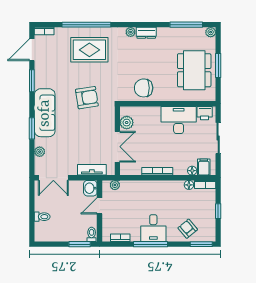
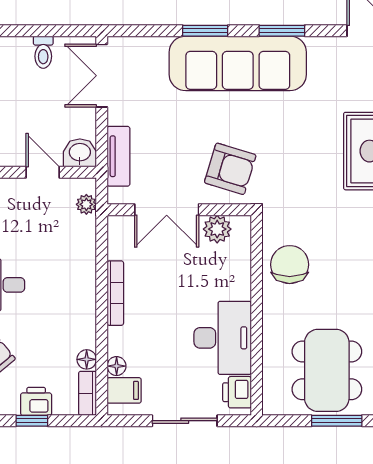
dining table: (194, 70) -> (327, 370), turned 90
window: (32, 81) -> (282, 31), moved
armchair: (87, 98) -> (230, 169), moved, turned -64
sofa: (45, 113) -> (238, 63), width x1.36, depth x1.27
plant: (40, 152) -> (156, 47), removed
printer: (209, 209) -> (36, 401), added
toilet: (42, 217) -> (43, 52), moved

